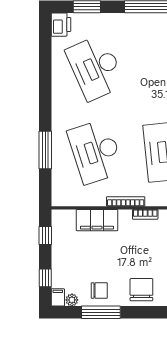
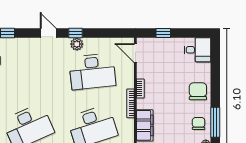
chair: (141, 290) -> (198, 91), turned 90

